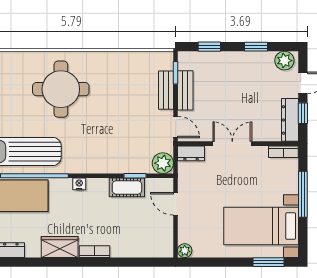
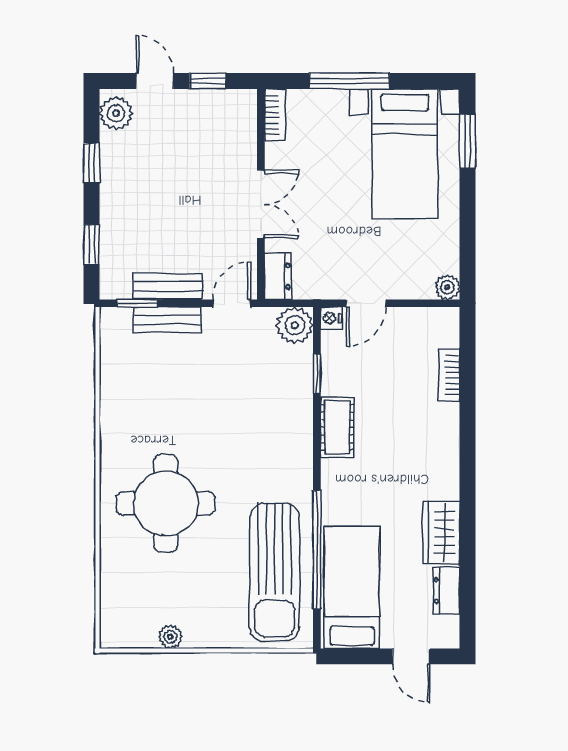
dresser: (290, 120) -> (220, 103), removed
double door: (232, 144) -> (261, 204), swing flipped
nightstand: (79, 184) -> (331, 318), moved
cot: (127, 187) -> (337, 427), moved
wardrobe: (60, 247) -> (441, 533), moved
bookcase: (94, 252) -> (449, 375), moved

